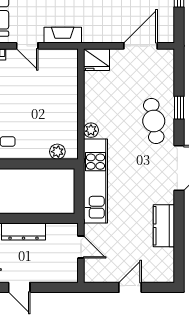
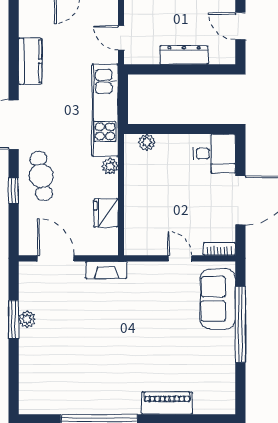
fireplace: (63, 35) -> (106, 270), moved
door: (141, 46) -> (56, 258), swing flipped
fridge: (97, 60) -> (106, 213), moved, turned -90

